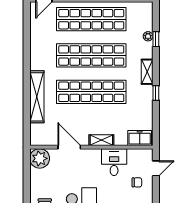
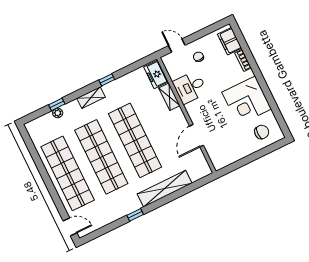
window: (27, 60) -> (135, 215), added
shelving: (101, 140) -> (169, 97), moved
plant: (40, 158) -> (221, 158), removed

